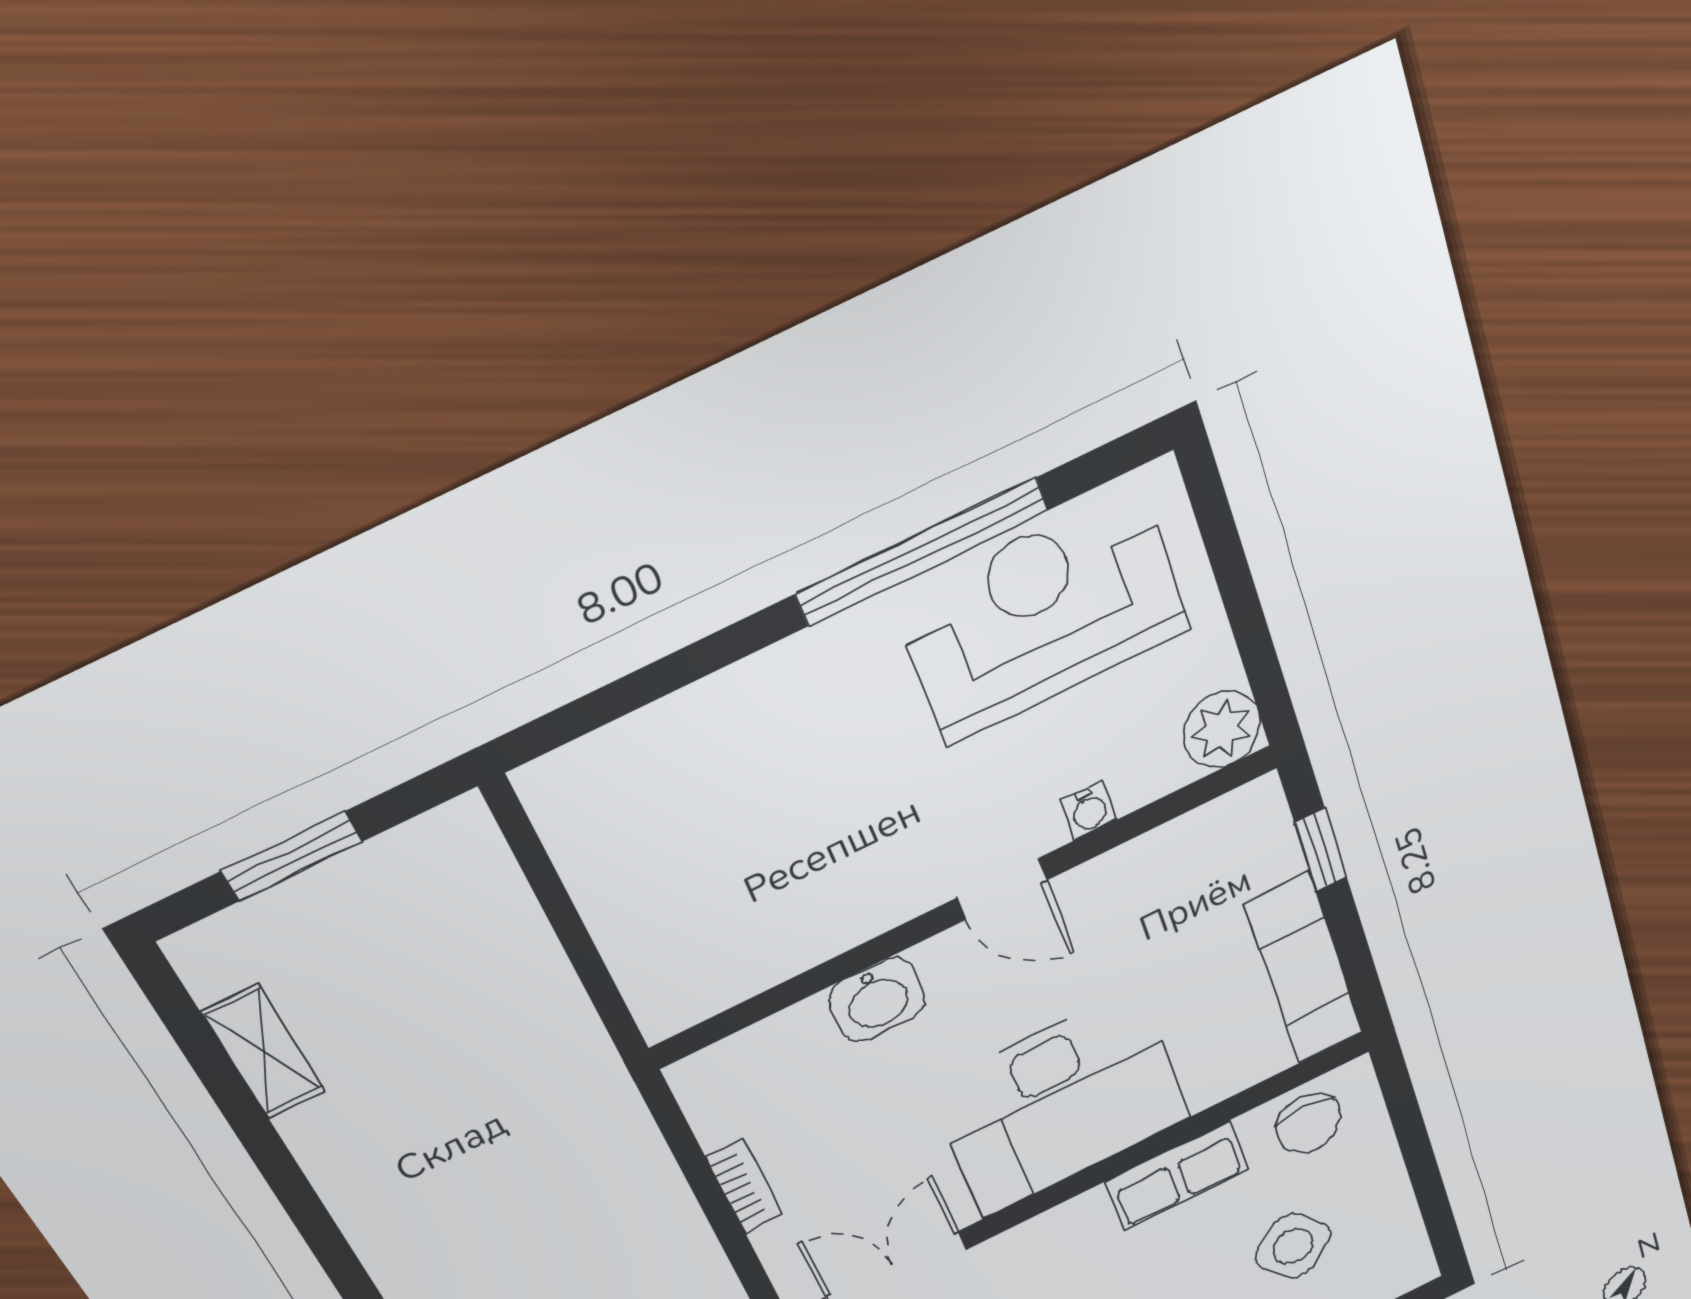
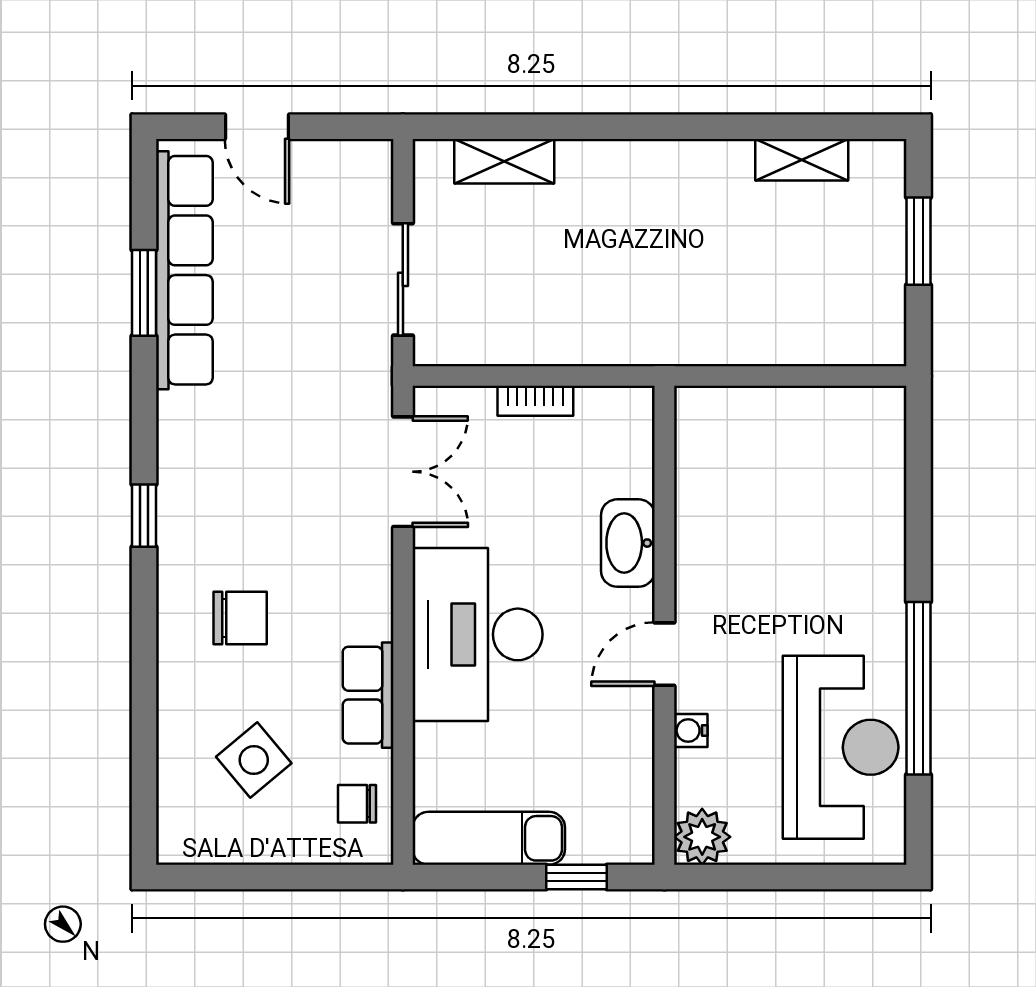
washbasin: (877, 999) -> (628, 543), width x1.38
chair: (1309, 1123) -> (357, 804), width x0.73, depth x0.73

